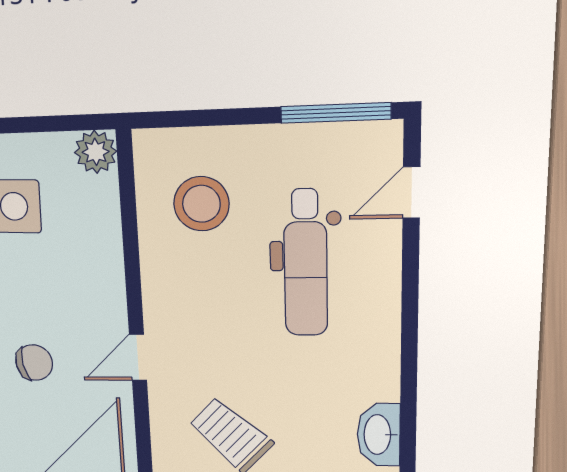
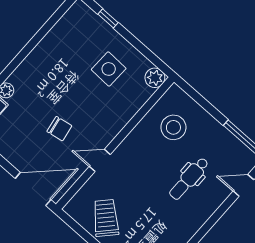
dental chair: (306, 263) -> (189, 179), width x0.73, depth x0.72

